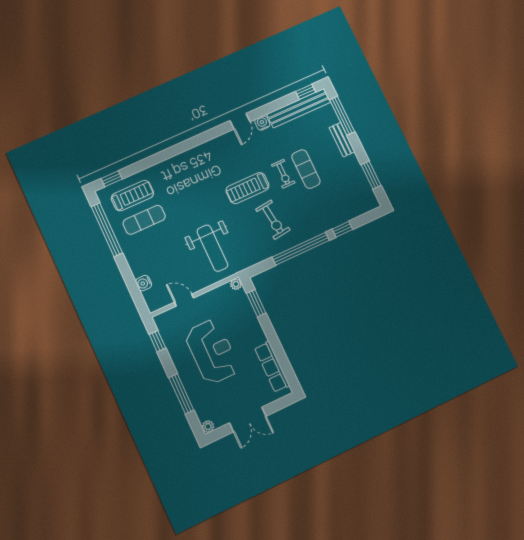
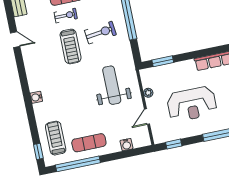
water cooler: (262, 123) -> (36, 97), moved
exercise mat: (144, 220) -> (89, 143), moved, turned 90
weight bench: (212, 248) -> (112, 85), turned -90
plant: (236, 284) -> (148, 93), moved
reception desk: (212, 352) -> (192, 104), turned 180

